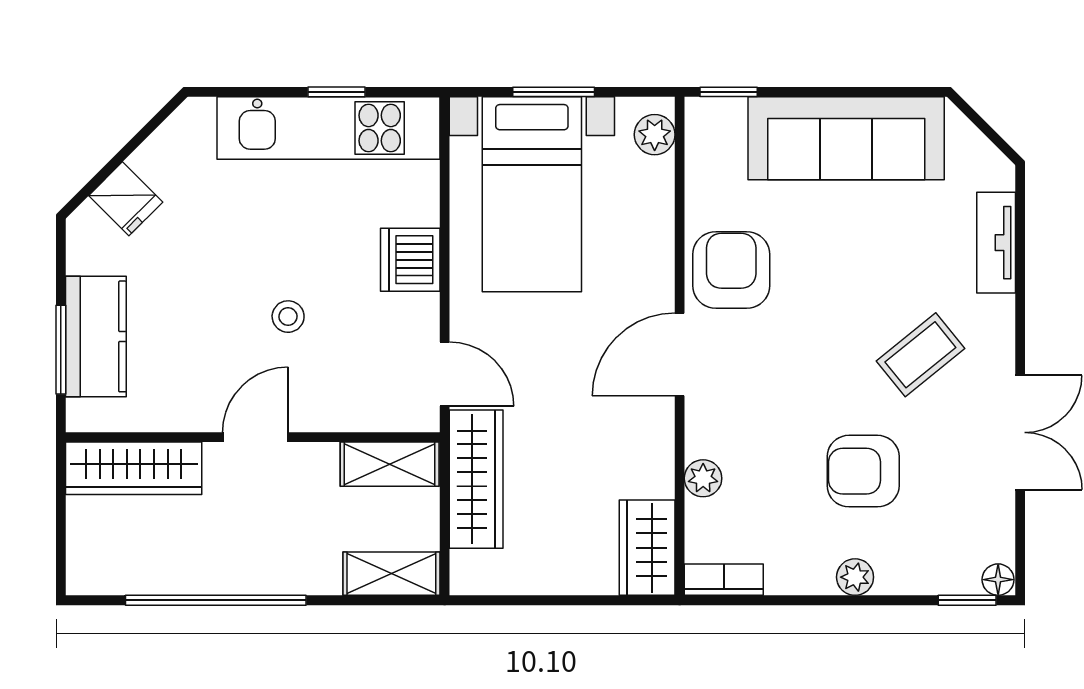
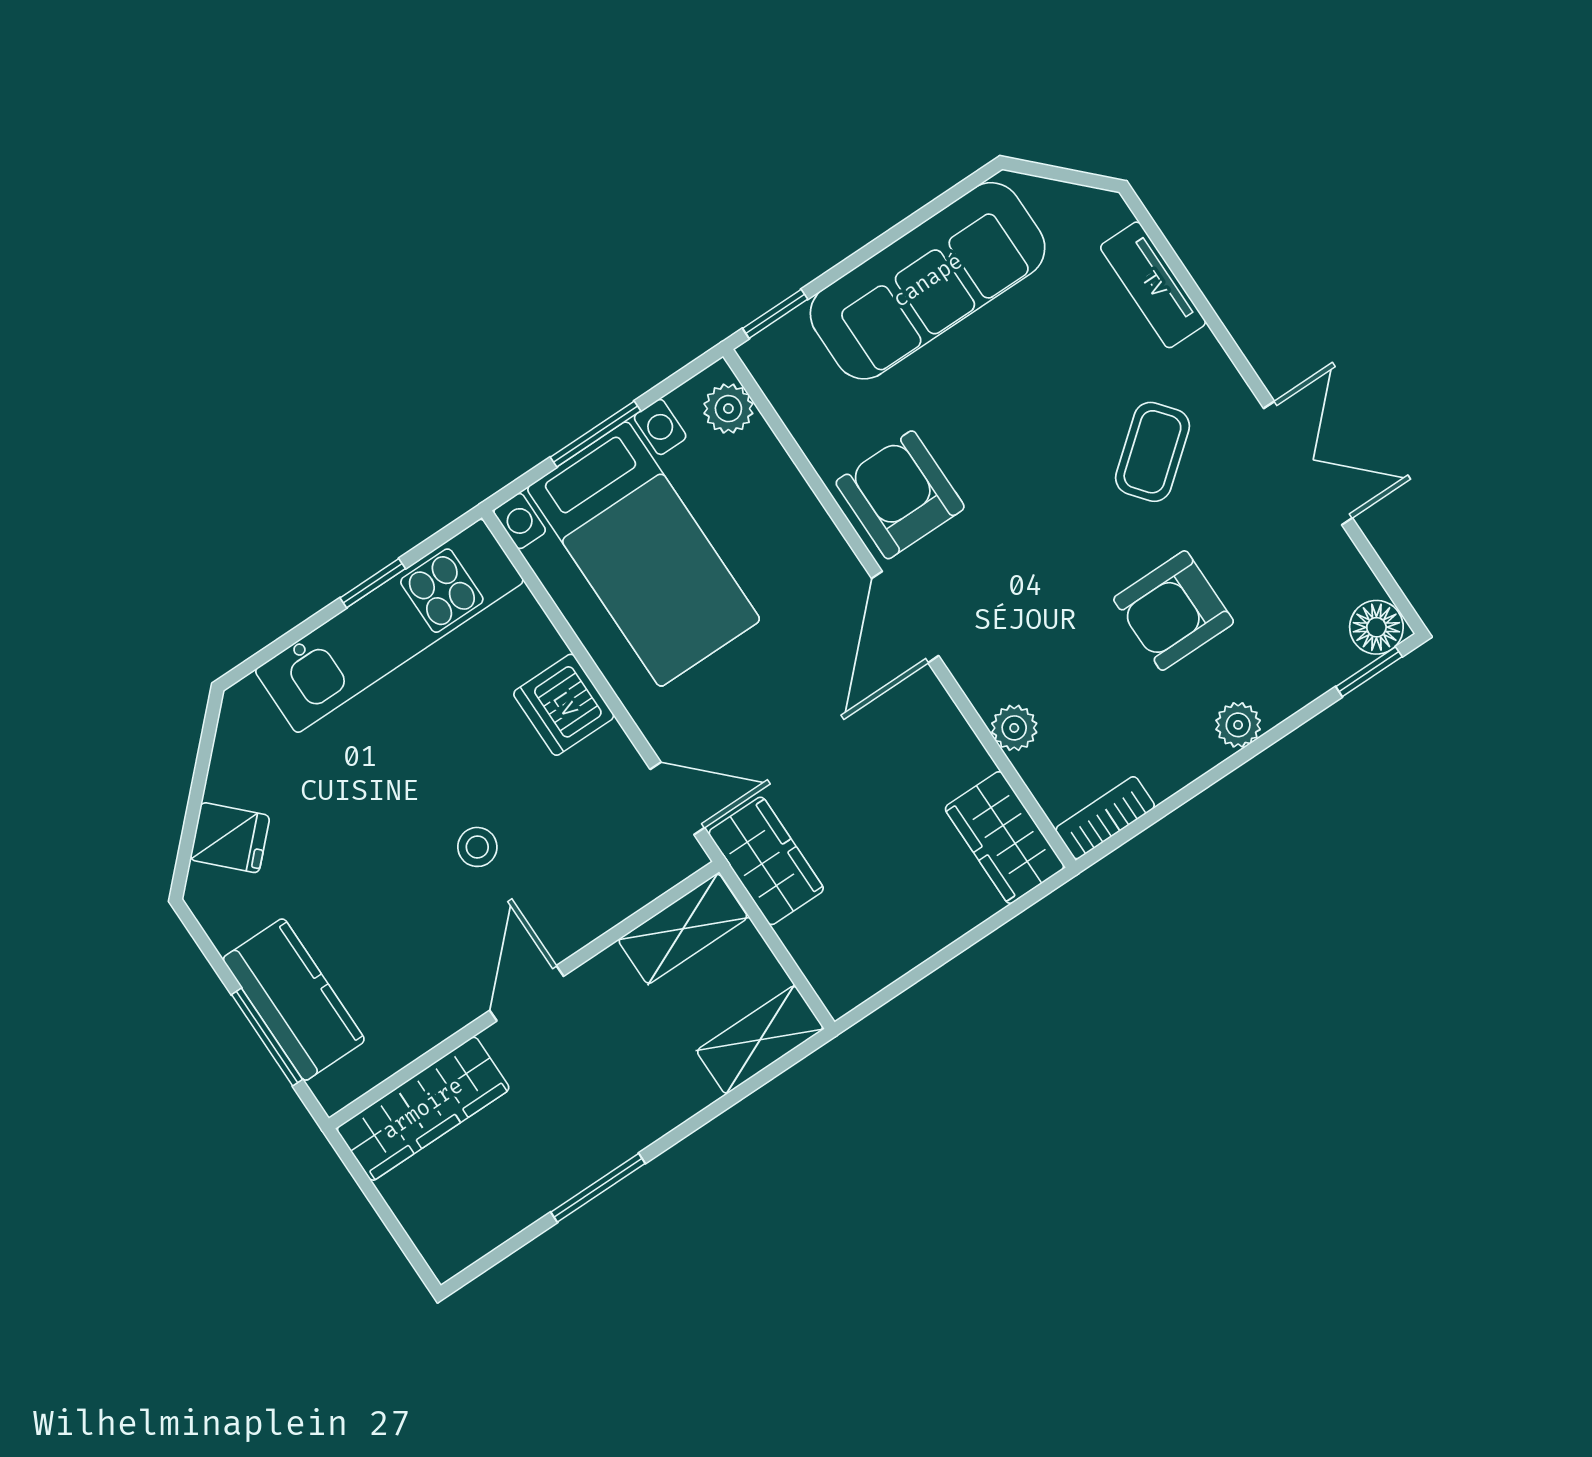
wardrobe: (476, 479) -> (766, 861), width x0.67
floor lamp: (998, 580) -> (1376, 627), width x1.37, depth x1.37
window: (216, 600) -> (598, 1188), width x0.47

